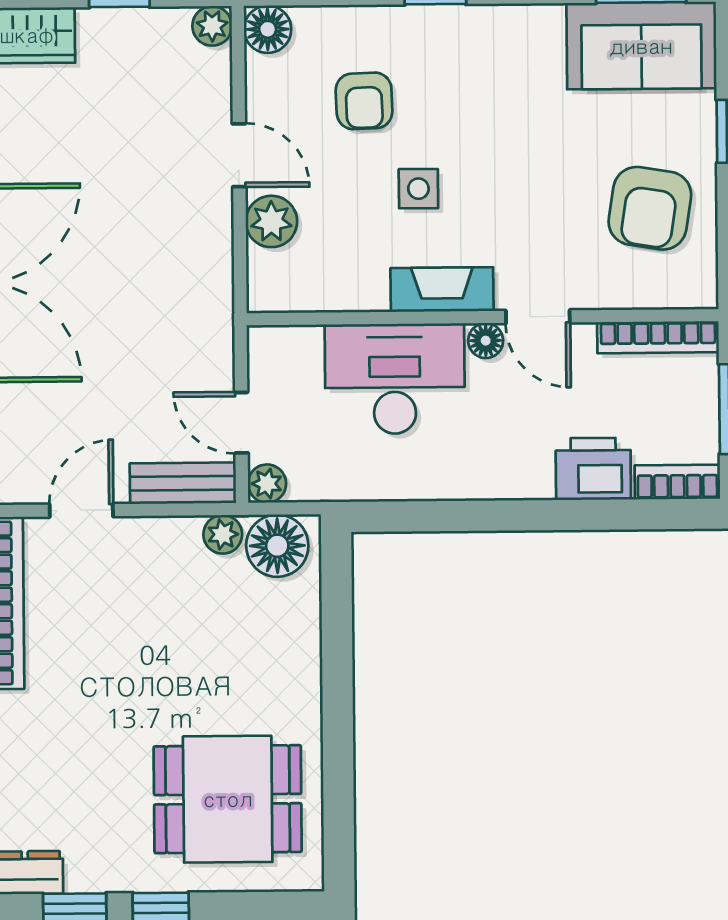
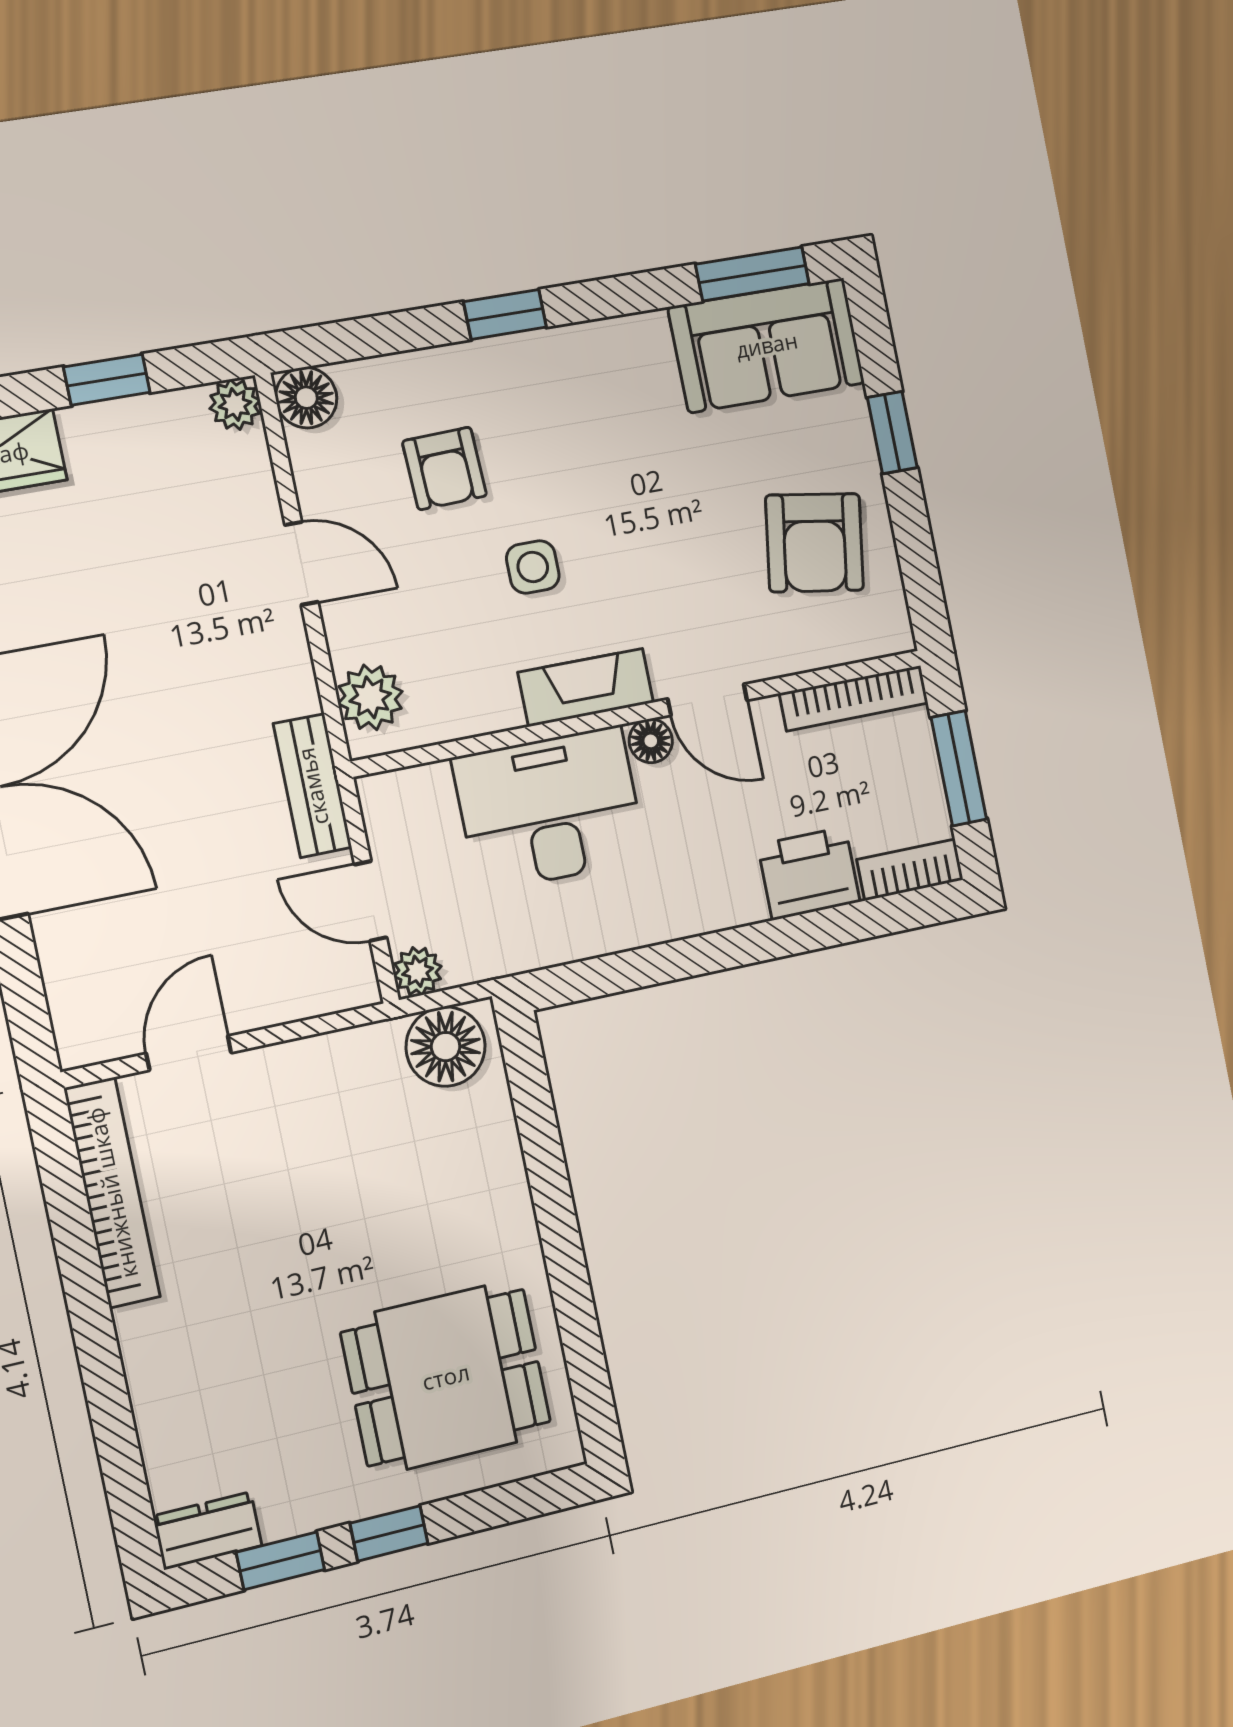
plant: (271, 221) -> (370, 697), moved
bench: (183, 483) -> (313, 786), moved, turned 90
plant: (223, 534) -> (375, 1046), removed

